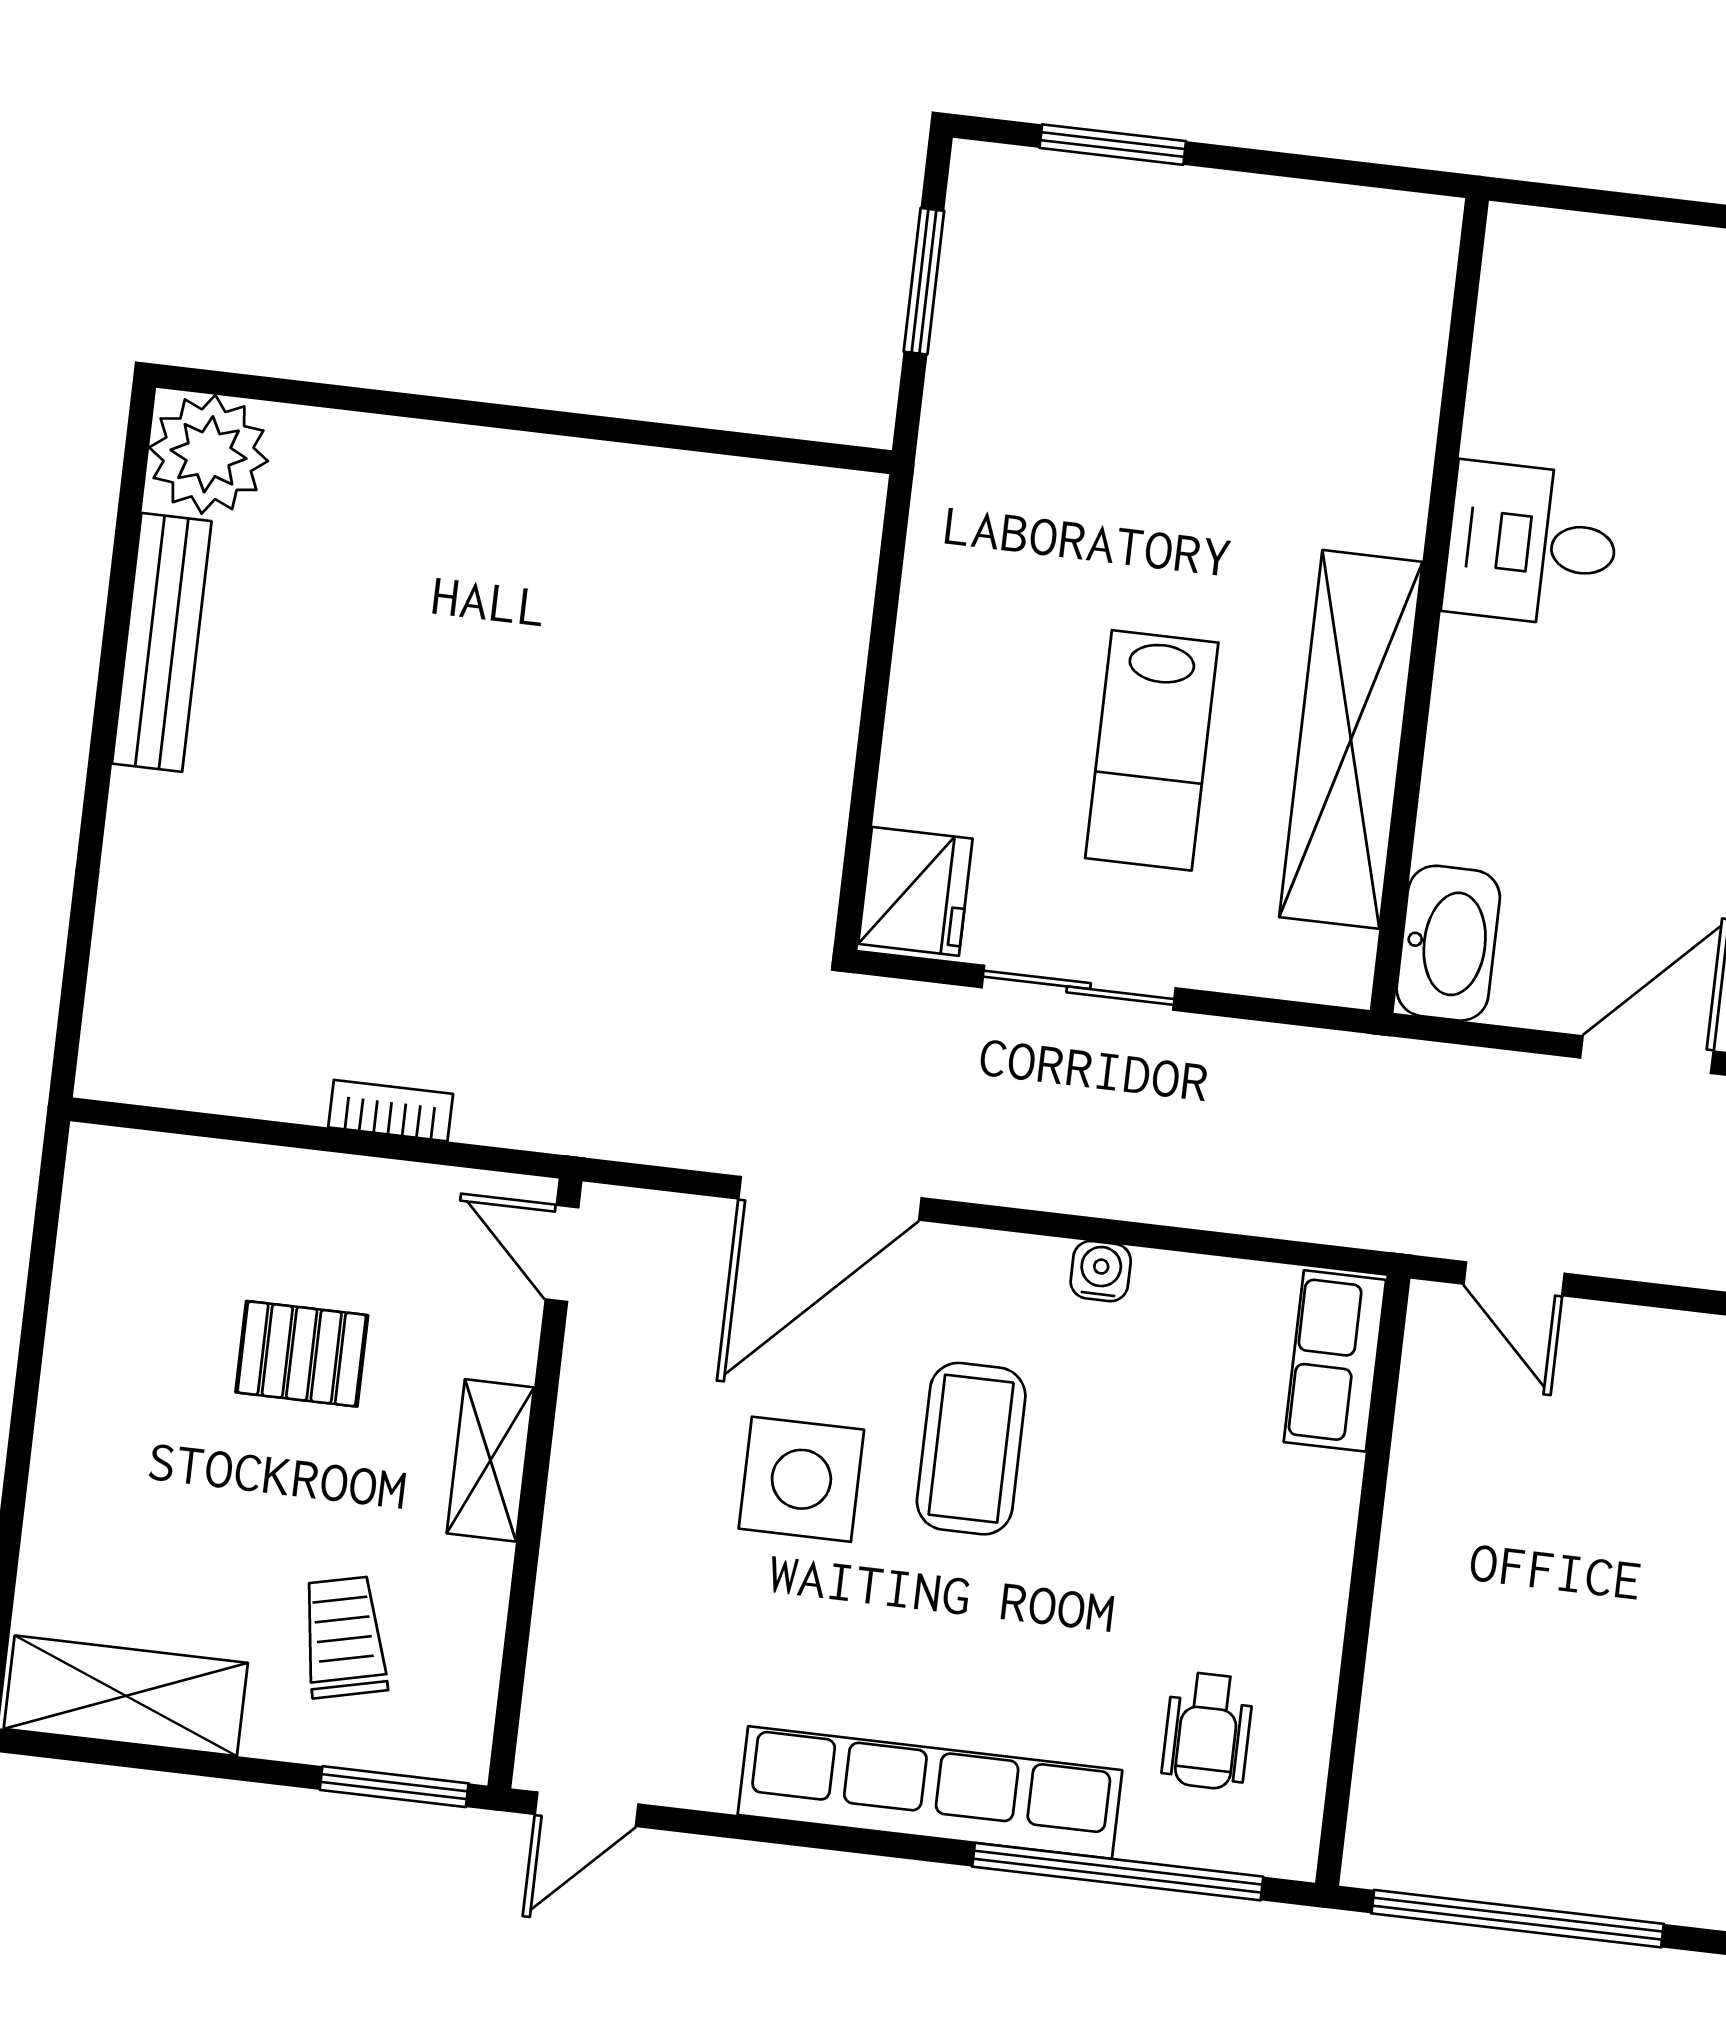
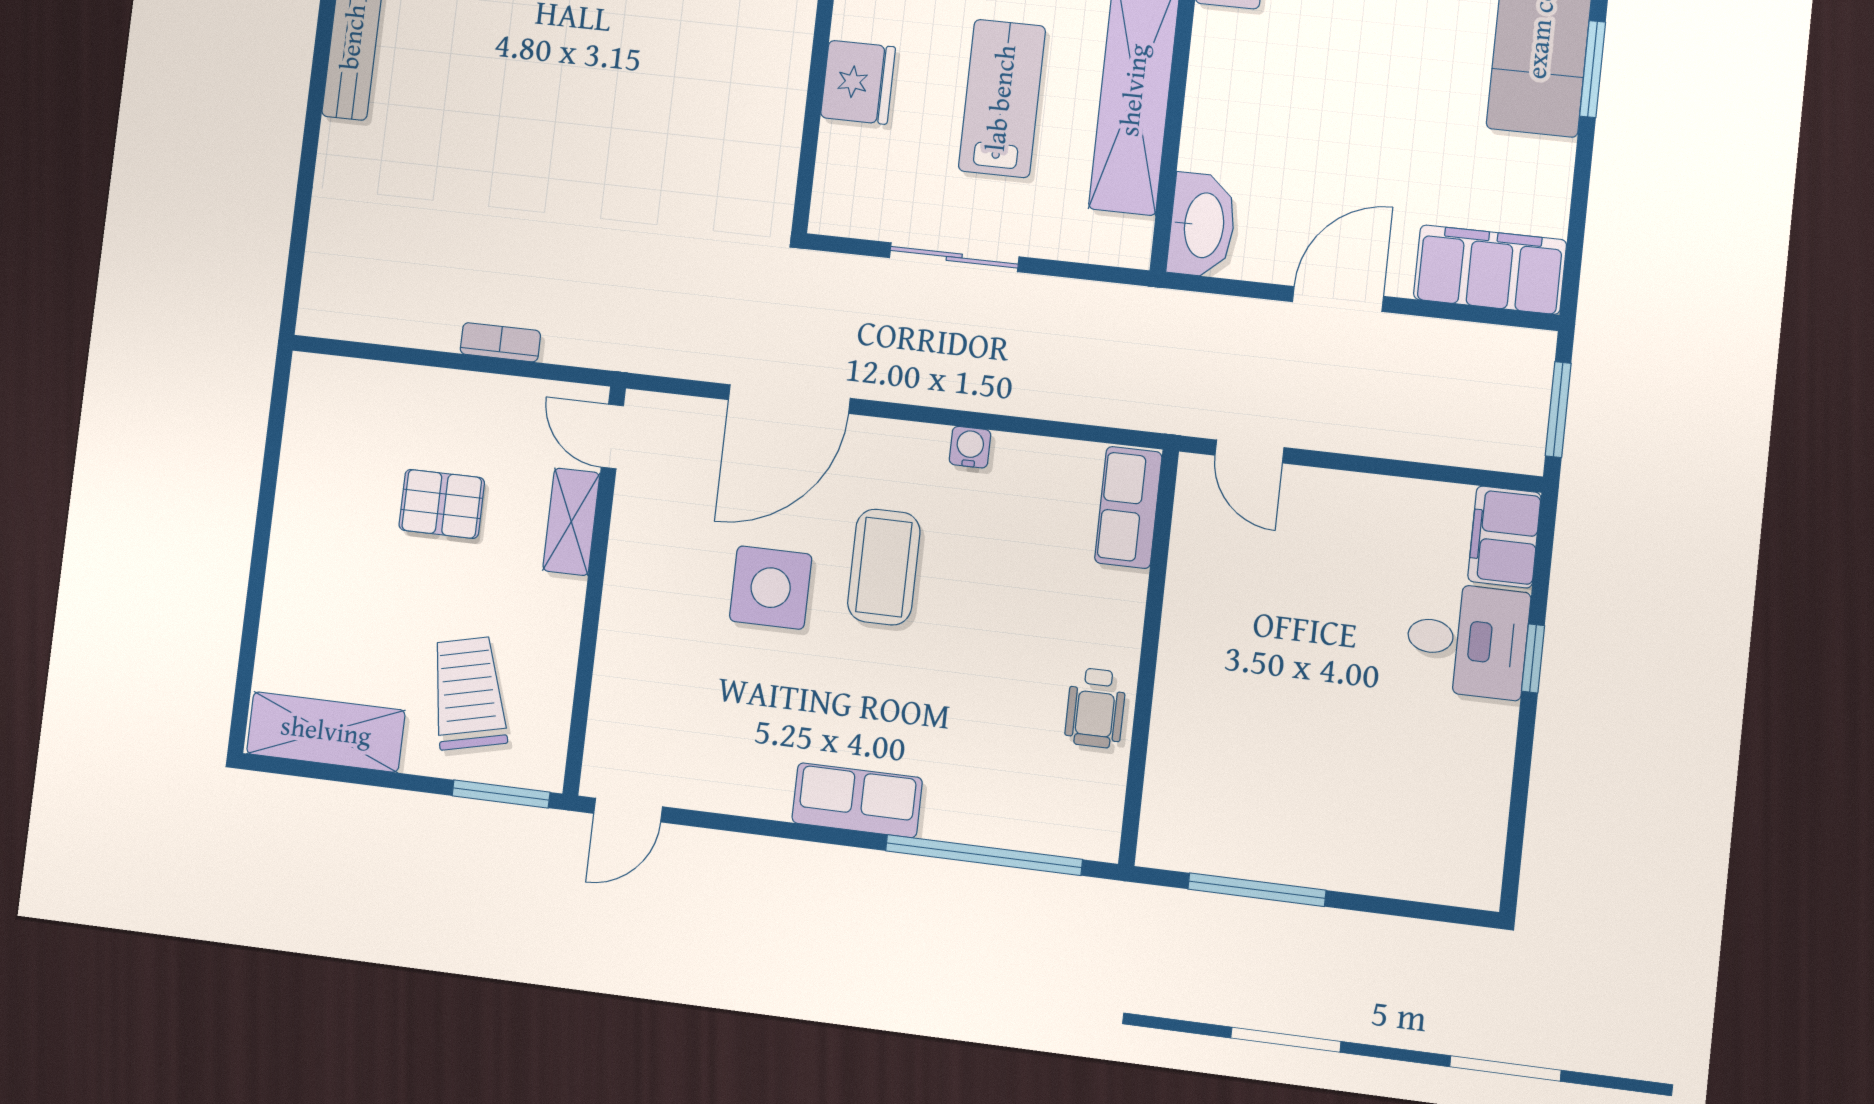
lab bench: (1152, 750) -> (1002, 98), turned 180
fridge: (915, 891) -> (858, 82), moved
shelving: (490, 1460) -> (571, 522), moved
trolley: (344, 1637) -> (469, 693), width x1.36, depth x1.39
wheelchair: (1208, 1731) -> (1095, 708), moved
row of seats: (930, 1793) -> (857, 800), width x0.50
window: (1518, 1919) -> (1257, 890), width x0.68

